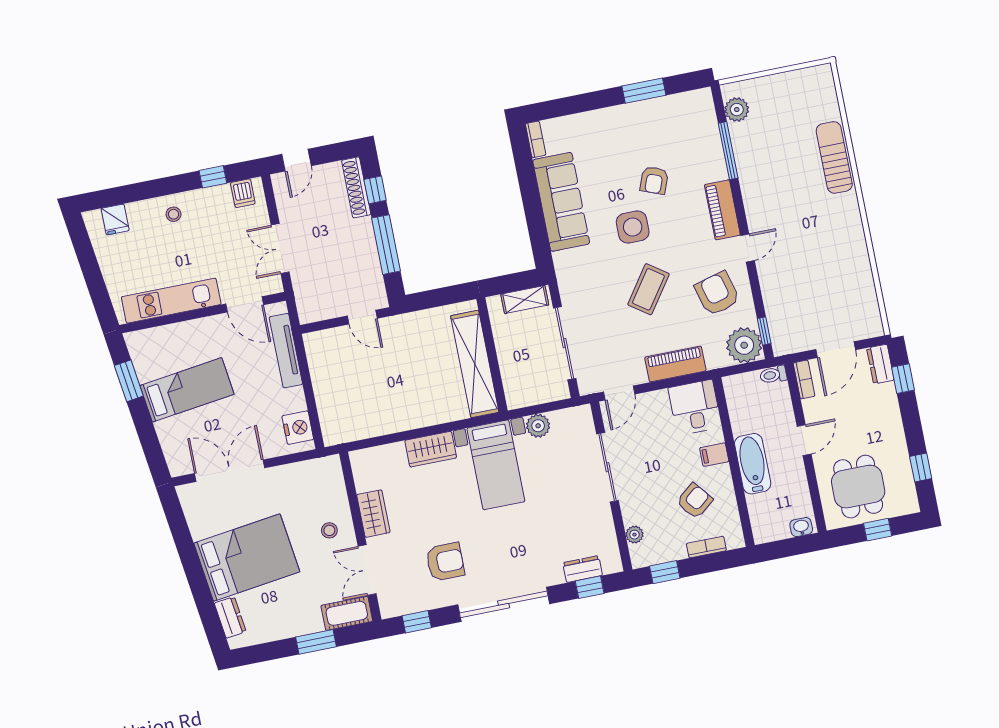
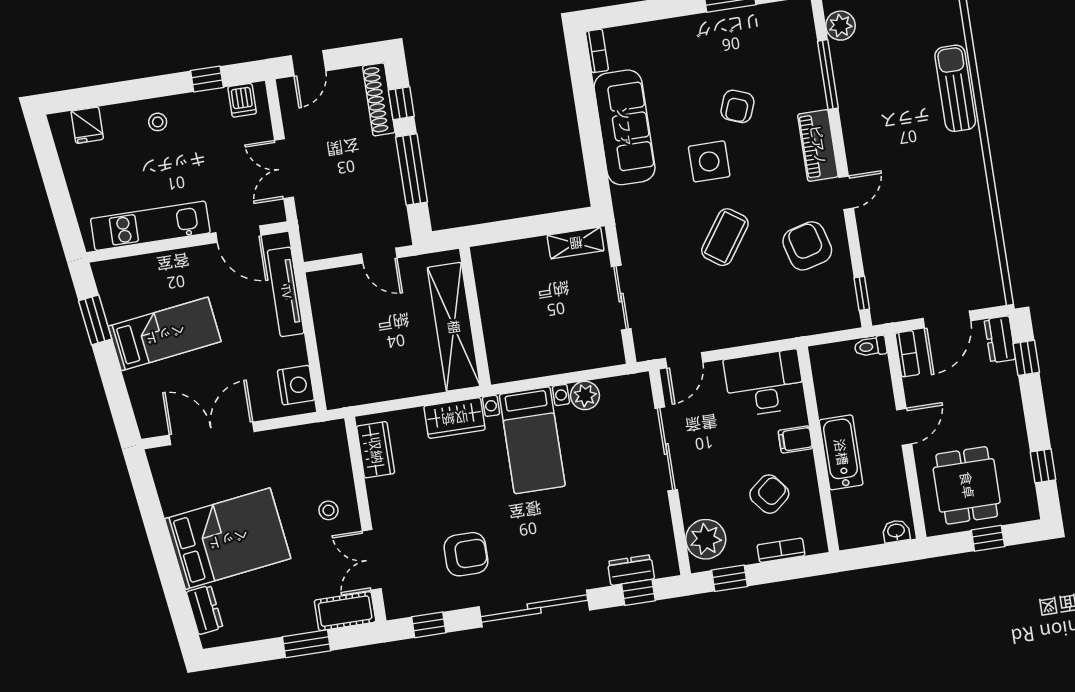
sliding door: (565, 343) -> (621, 298), width x0.73
plant: (744, 345) -> (837, 309), removed
wall: (492, 355) -> (475, 317), moved
shelving: (475, 364) -> (454, 327), moved
piano: (675, 364) -> (753, 328), removed
desk: (695, 407) -> (764, 383), width x1.37
wardrobe: (373, 514) -> (376, 450), moved
plant: (634, 535) -> (706, 539), width x1.87, depth x1.87

